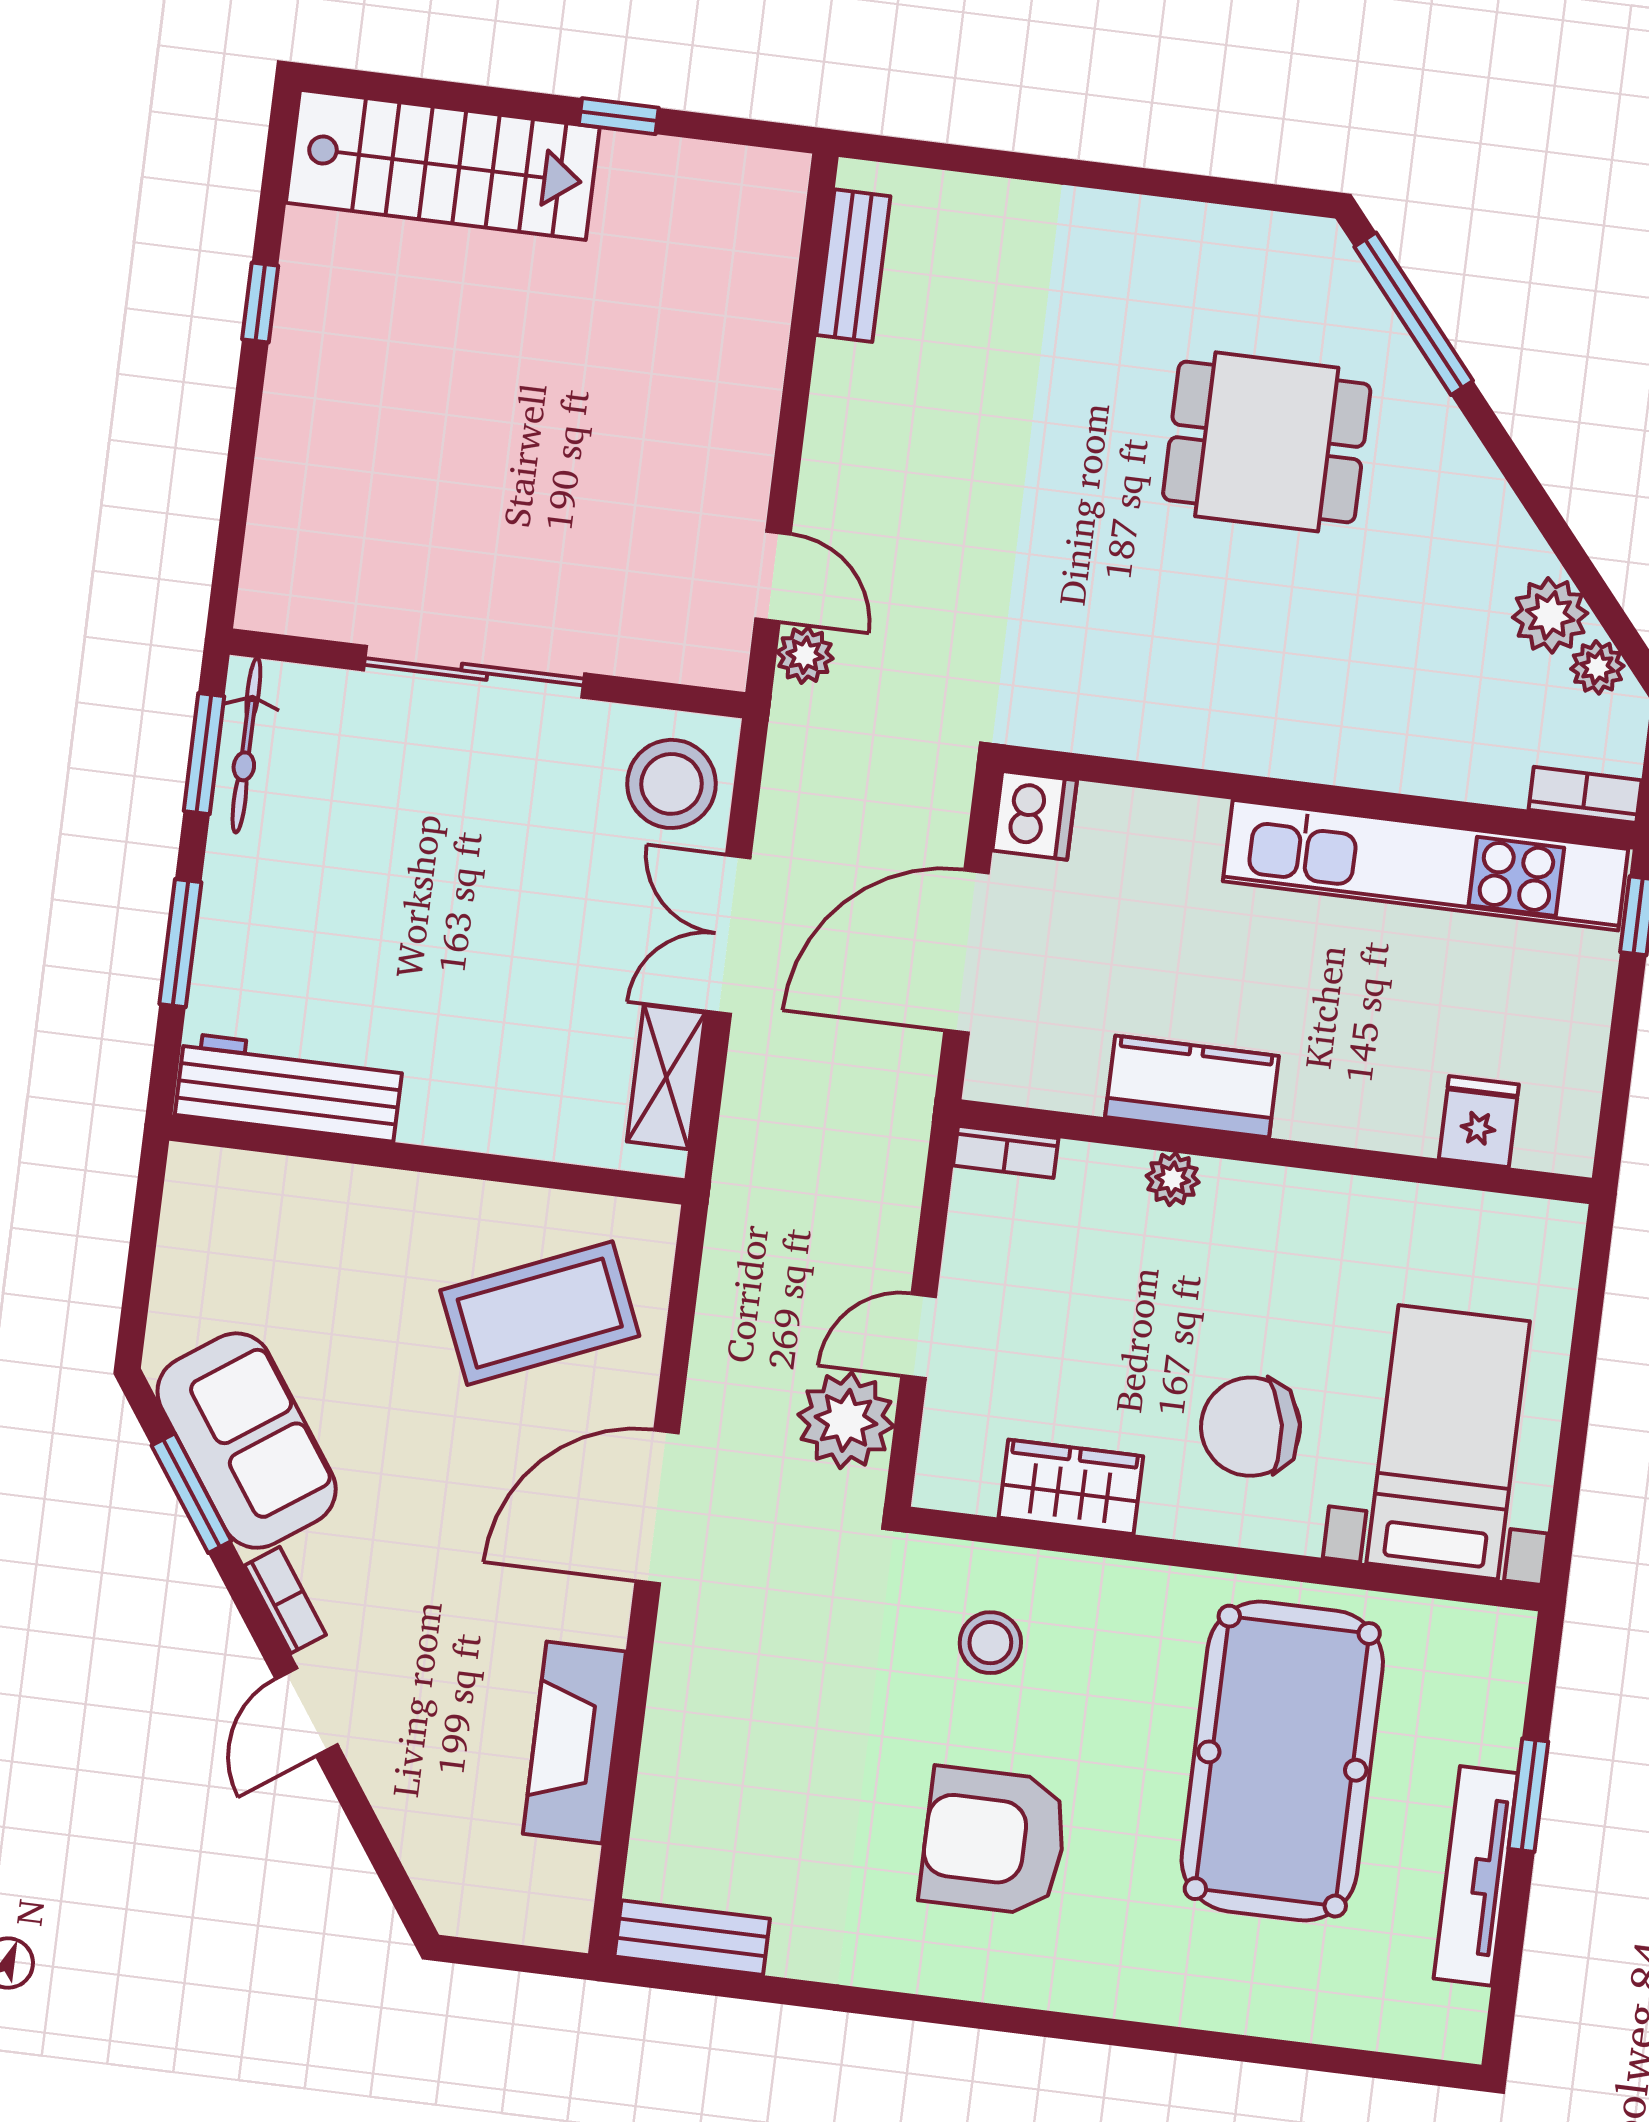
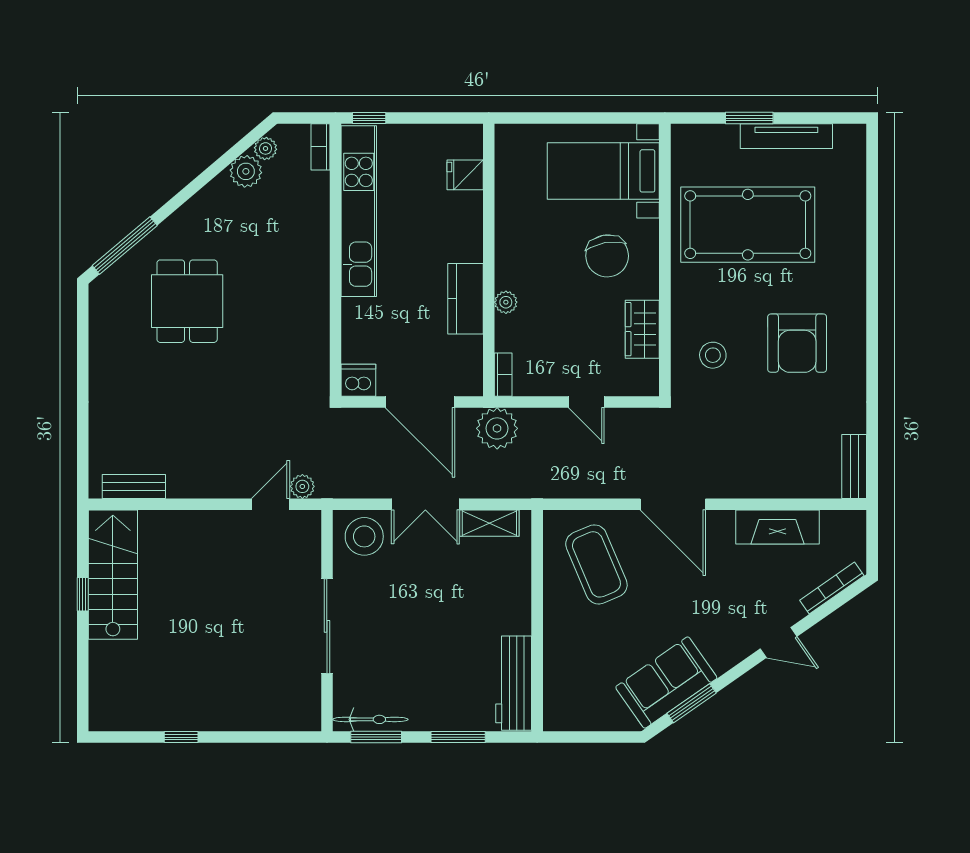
stairs: (443, 165) -> (113, 575), moved
plant: (846, 1420) -> (497, 428), moved
bookcase: (285, 1600) -> (832, 588), moved, width x1.56

